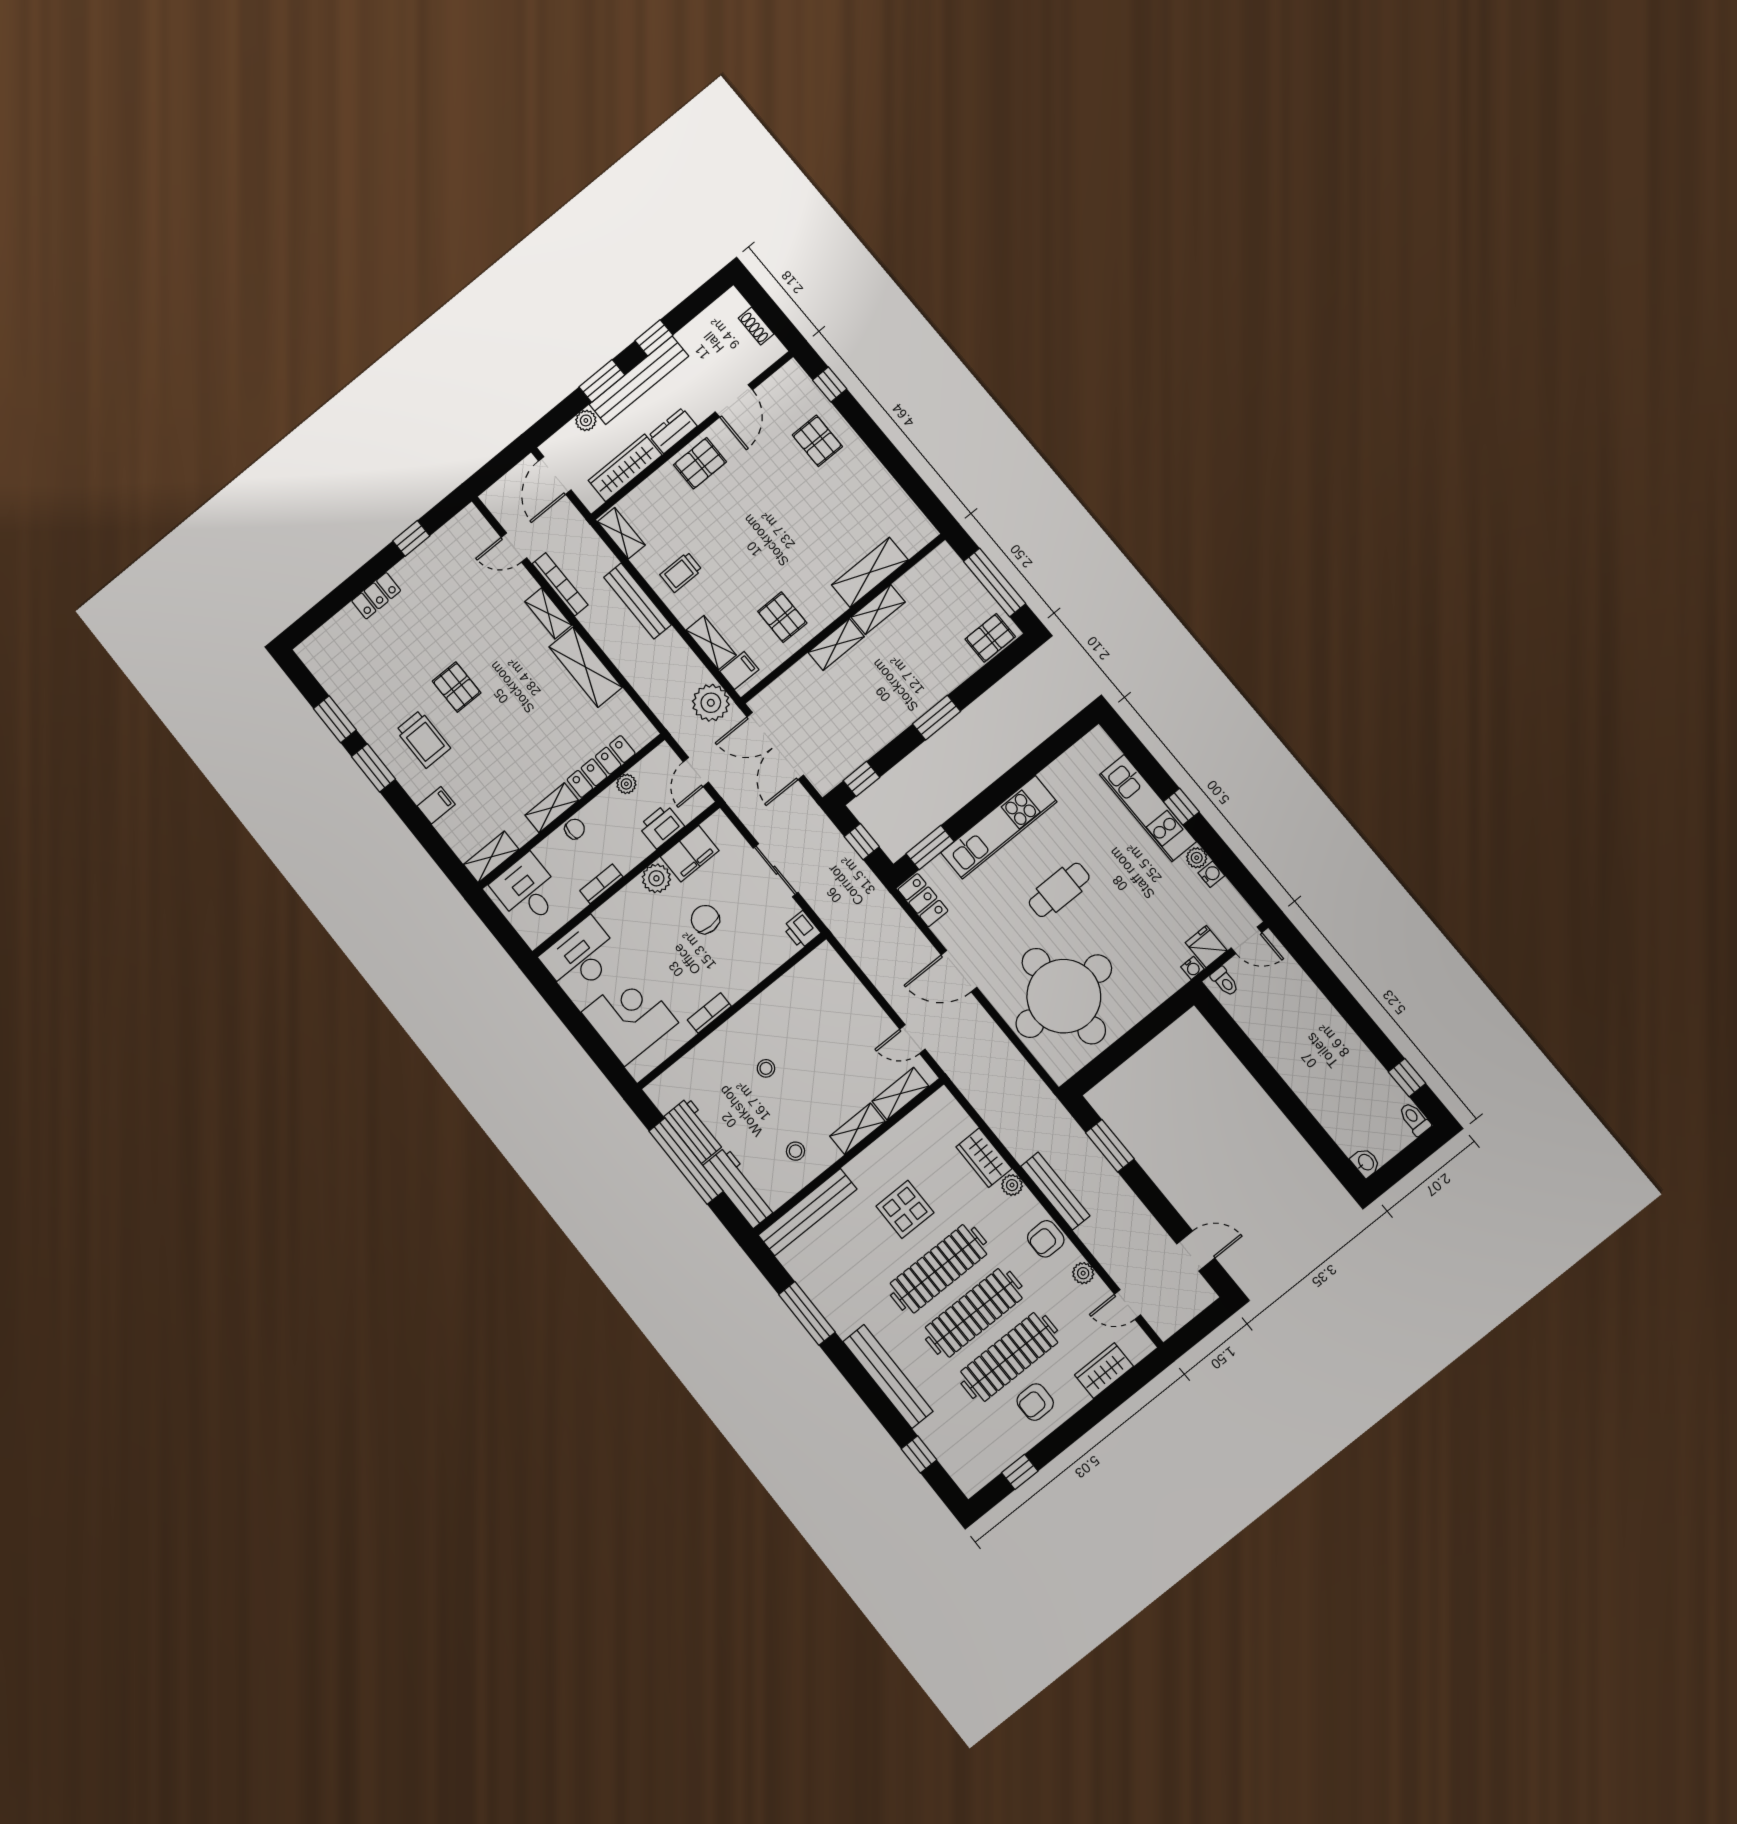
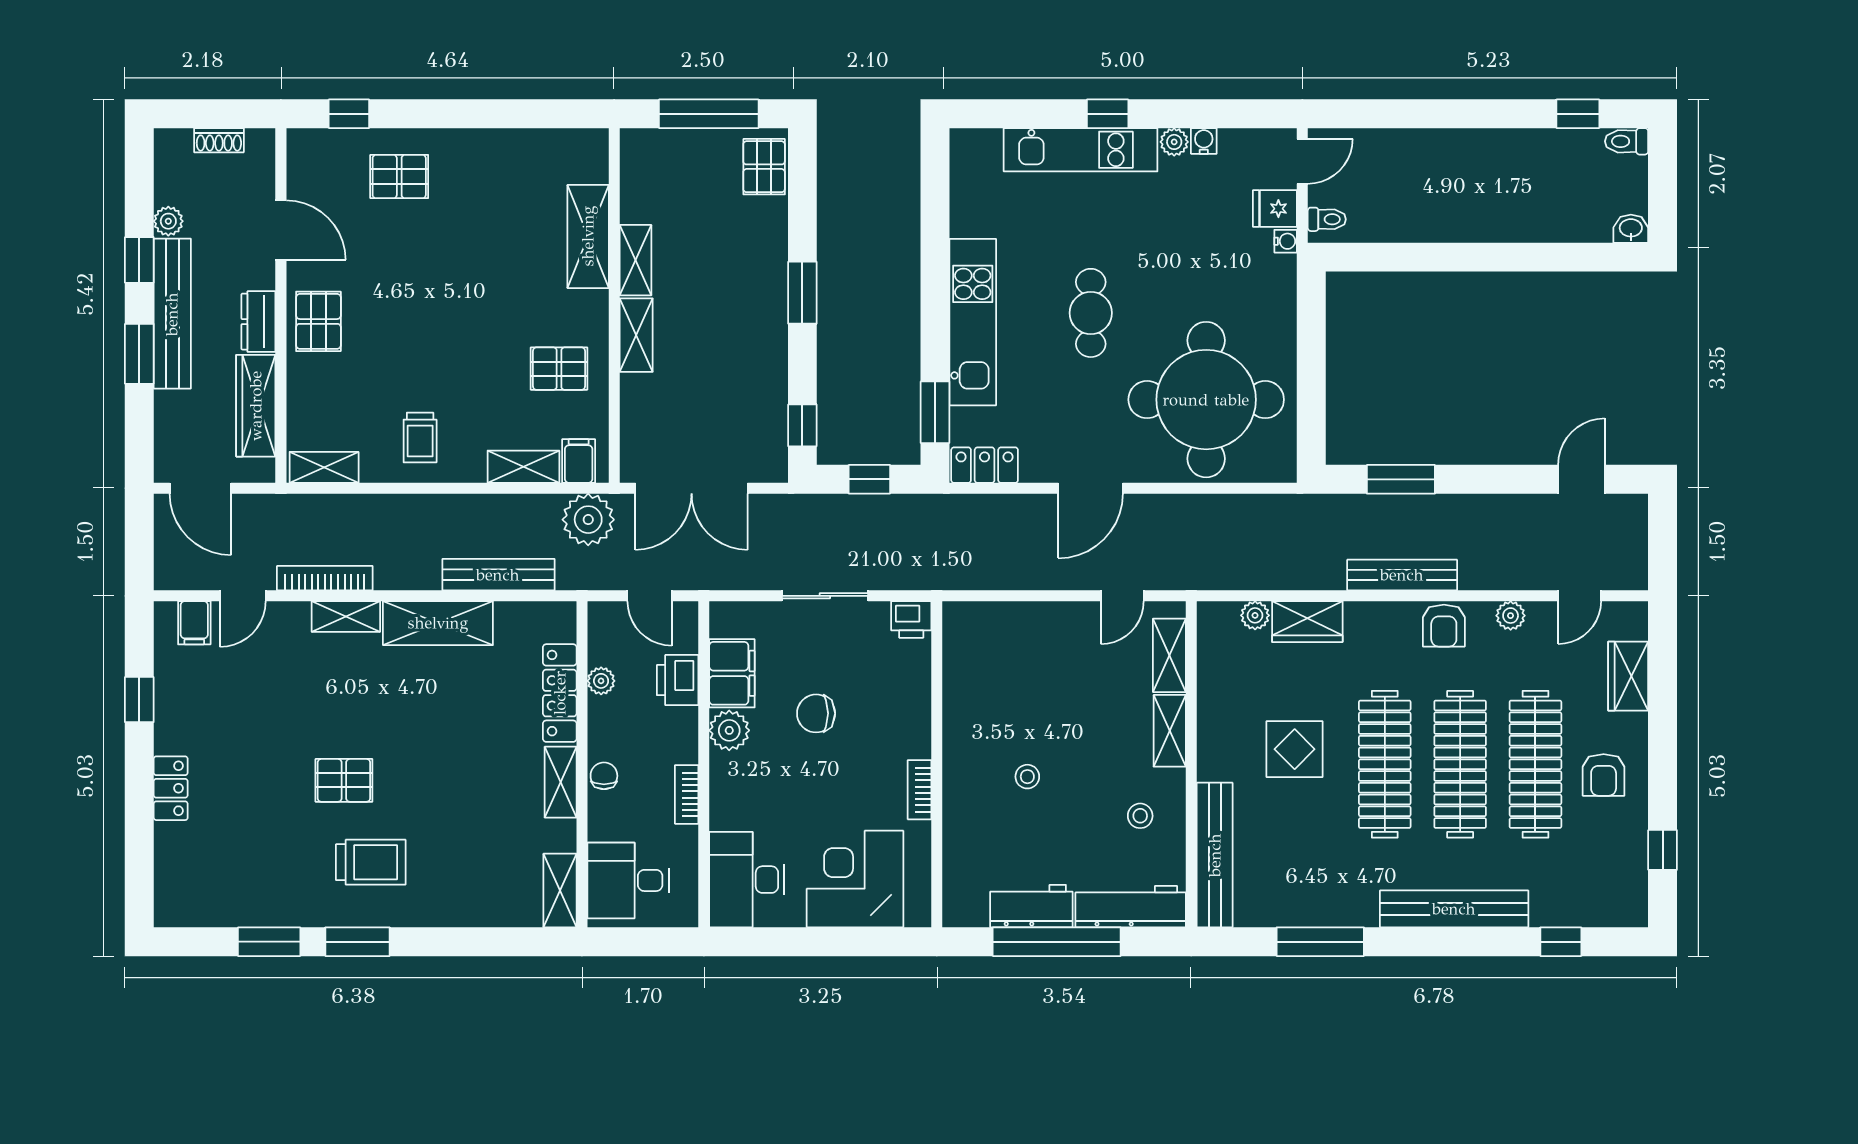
plant: (586, 420) -> (168, 221), moved
bench: (637, 601) -> (498, 575), moved
filing cabinet: (436, 805) -> (194, 623), moved, turned 180
plant: (1012, 1185) -> (1255, 615), moved

